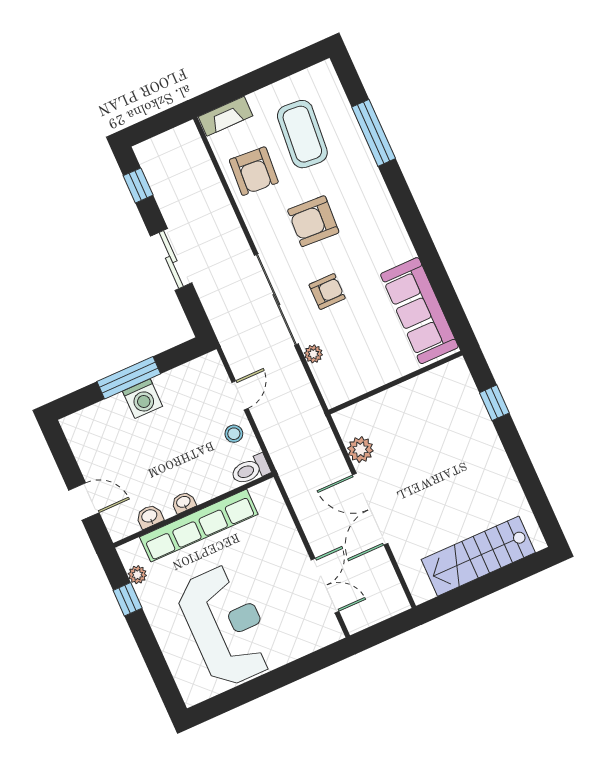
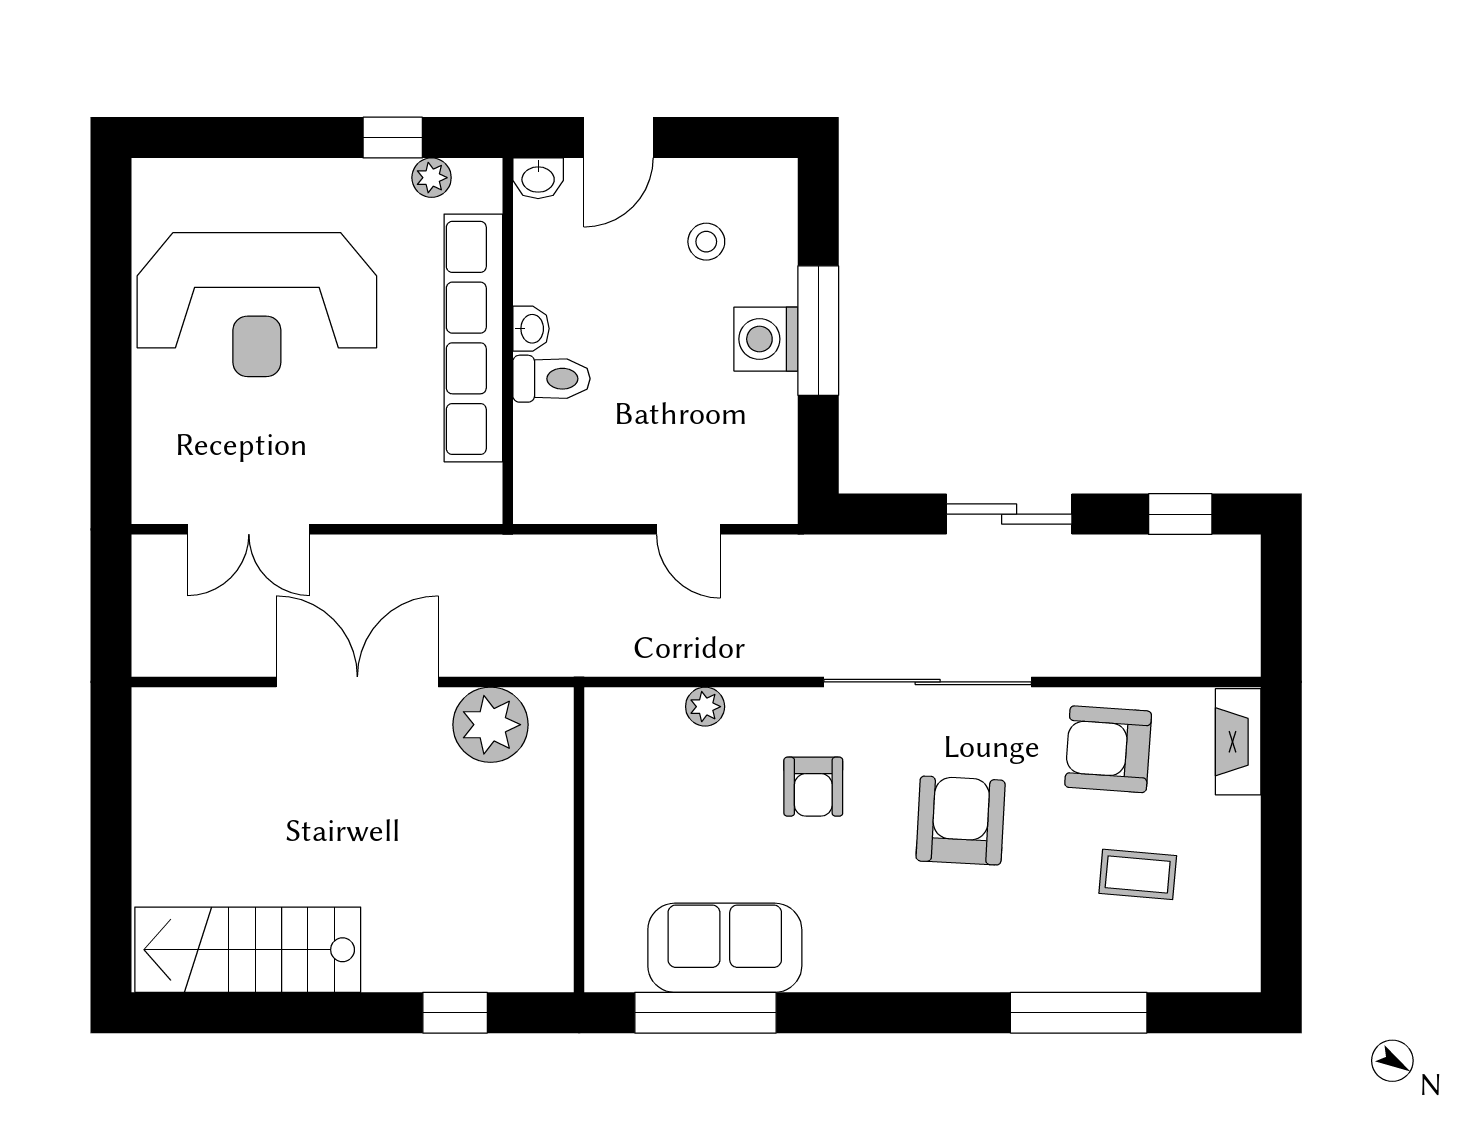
coffee table: (302, 134) -> (1138, 874), width x0.54, depth x0.58
window: (446, 294) -> (705, 1013), added
sliding door: (276, 300) -> (928, 682), moved
sofa: (419, 311) -> (725, 948), width x0.73
stool: (234, 434) -> (706, 242), moved
plant: (360, 450) -> (491, 725), width x1.36, depth x1.36
toilet: (250, 470) -> (552, 379), moved, turned 90
washbasin: (150, 516) -> (538, 178), moved, turned 90
stairs: (478, 556) -> (248, 950), moved, turned -90

